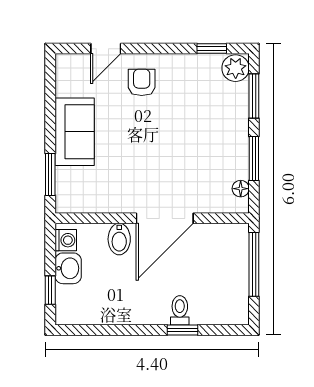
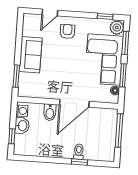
corner sofa: (215, 131) -> (104, 60), added

